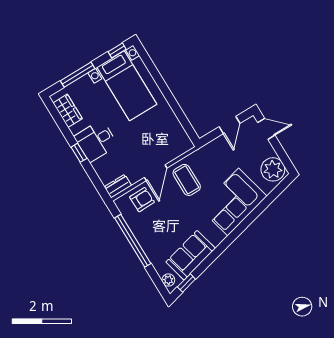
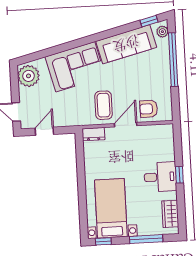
dresser: (118, 186) -> (93, 134), moved
window: (133, 241) -> (173, 60), moved
sofa: (191, 255) -> (126, 44), width x1.36

